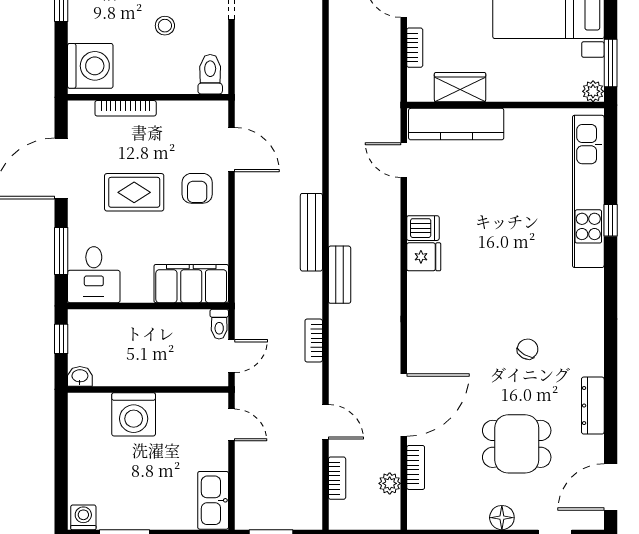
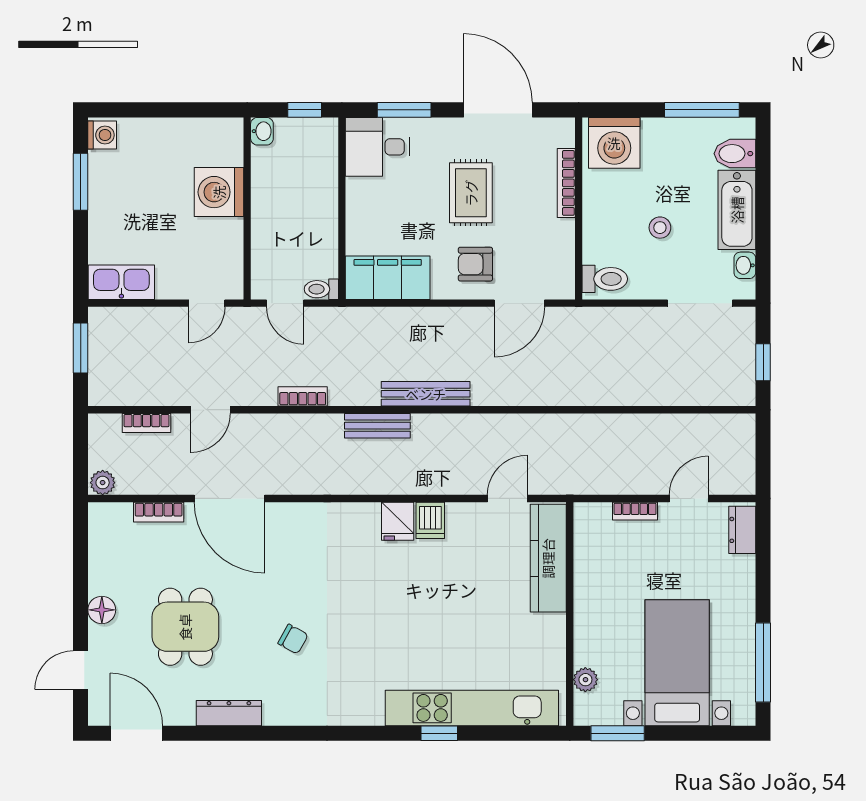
wardrobe: (460, 87) -> (590, 562), removed
plant: (593, 91) -> (585, 680), moved
filing cabinet: (191, 284) -> (388, 278), moved, turned -90
plant: (390, 483) -> (103, 483), moved

